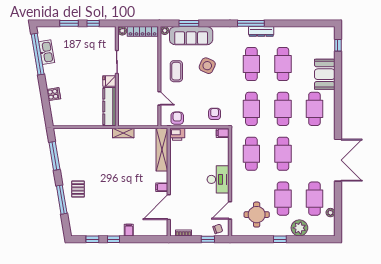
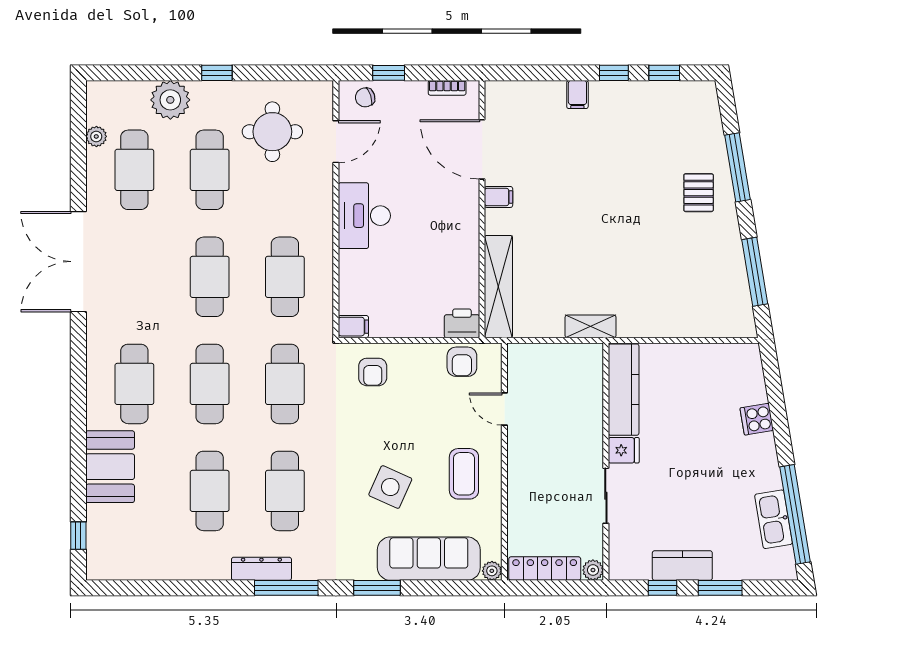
window: (189, 23) -> (377, 588), moved
kitchen counter: (85, 33) -> (682, 566), added
door: (169, 207) -> (482, 149), swing flipped

